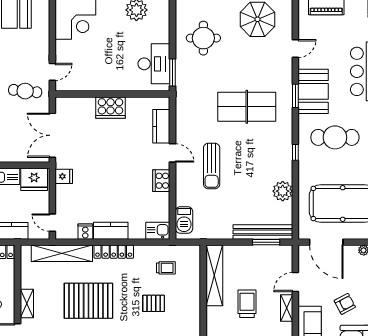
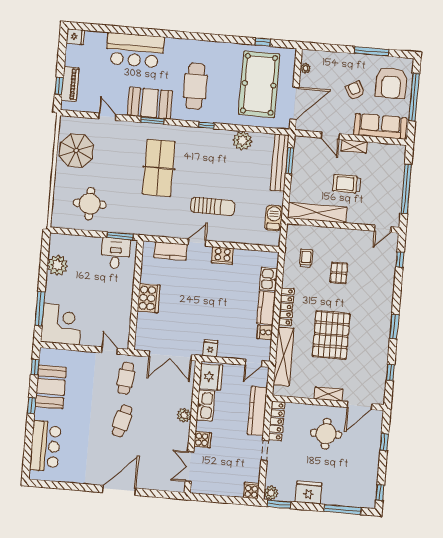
desk: (154, 64) -> (116, 253), width x0.73
barbecue: (184, 220) -> (274, 218), moved, turned -90
kitchen sink: (158, 231) -> (269, 279), moved

